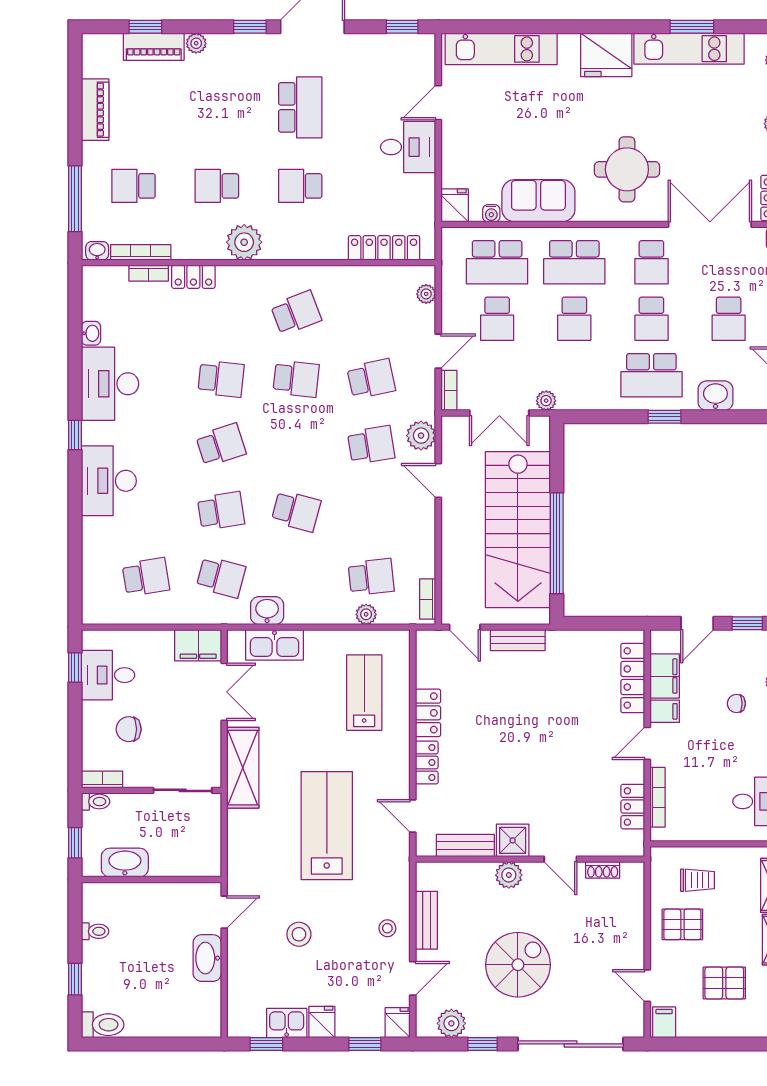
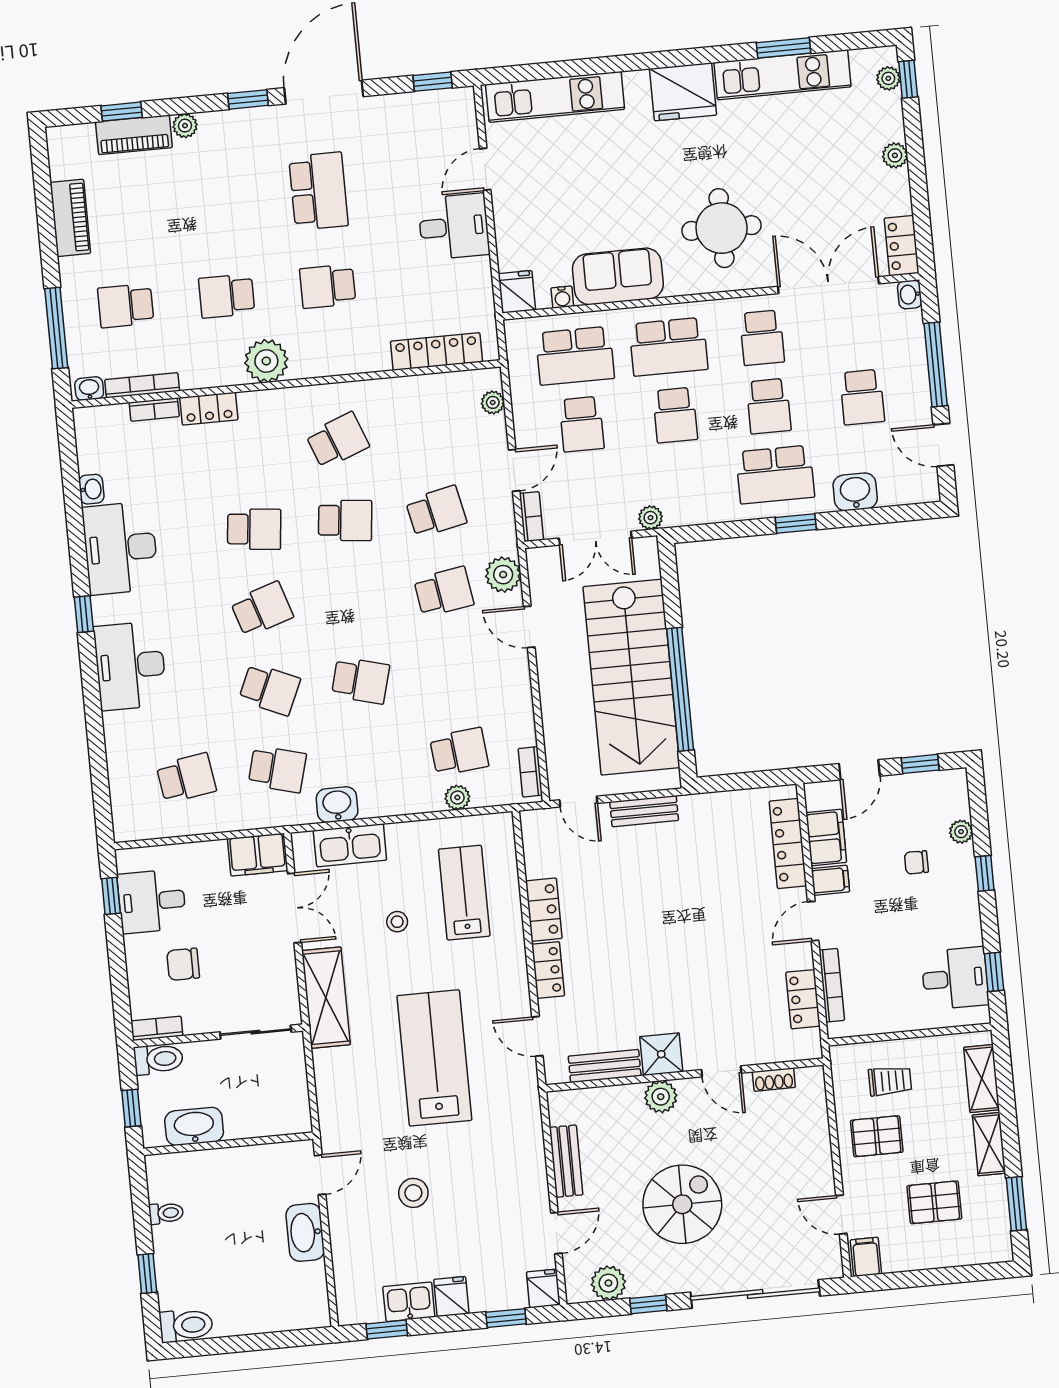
school desk: (221, 511) -> (270, 689), turned 33
toilet: (96, 802) -> (158, 1059), width x1.37, depth x1.39
stool: (387, 928) -> (397, 922), moved

